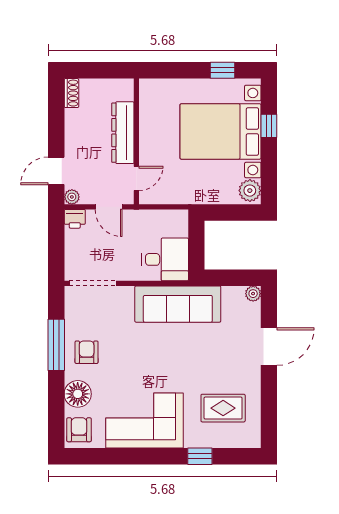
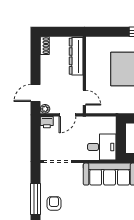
dresser: (123, 133) -> (76, 56), moved
door: (136, 178) -> (84, 98), hinge flipped
door: (109, 207) -> (67, 115), hinge flipped

